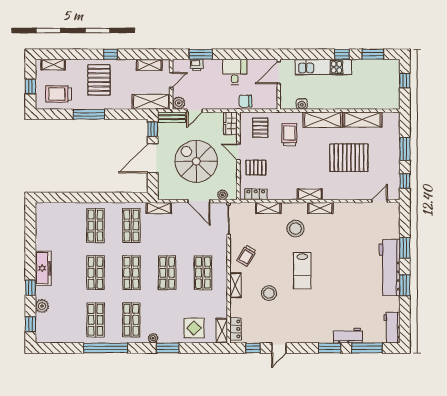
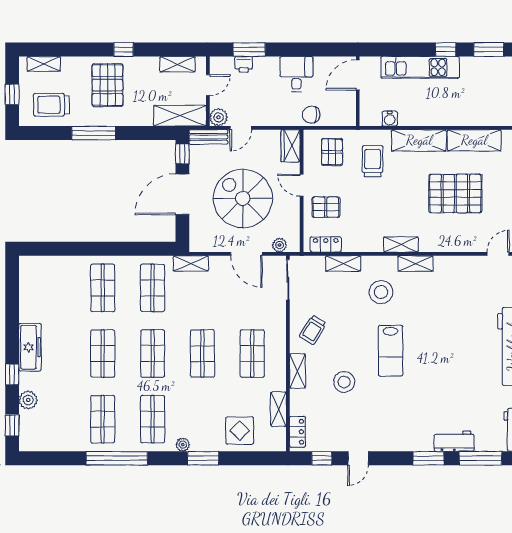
shelving: (222, 331) -> (278, 409), moved

